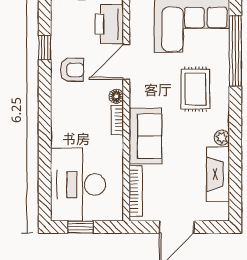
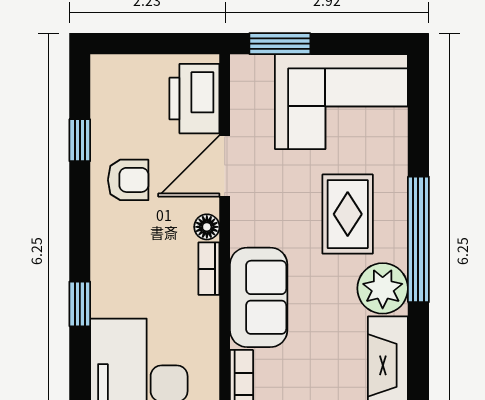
window: (235, 51) -> (418, 239), moved
plant: (222, 138) -> (383, 288), width x1.88, depth x1.88
window: (45, 140) -> (80, 304), added

